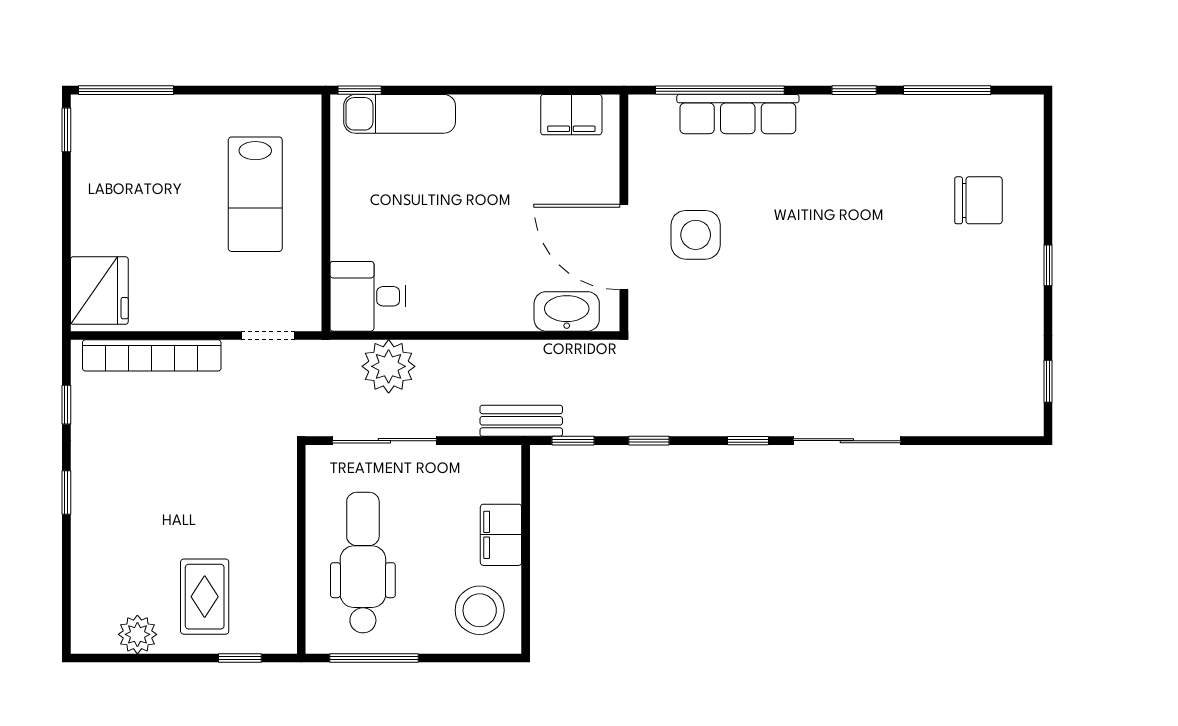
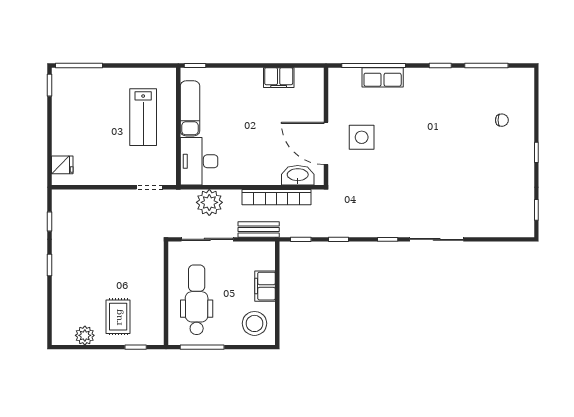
exam couch: (400, 114) -> (190, 108), moved, turned -90
row of seats: (738, 114) -> (383, 77), width x0.68
filing cabinet: (571, 115) -> (279, 78), moved
chair: (978, 200) -> (502, 120), width x0.54, depth x0.54
fridge: (99, 290) -> (62, 165), width x0.53, depth x0.75
desk: (368, 296) -> (199, 161), width x1.37
bookcase: (152, 355) -> (276, 197), moved
bench: (521, 421) -> (259, 229), moved

